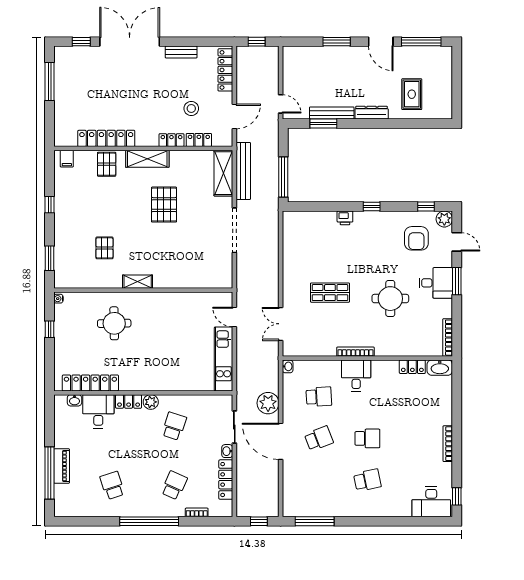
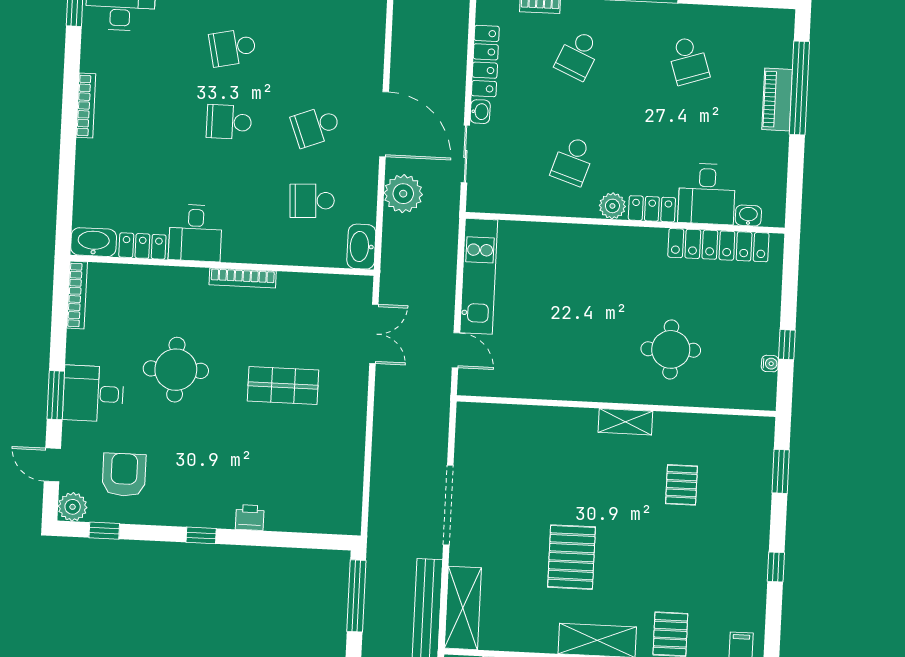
water cooler: (58, 299) -> (770, 364), moved
washbasin: (288, 366) -> (361, 247), width x1.91, depth x1.45
desk: (356, 375) -> (195, 233), moved

